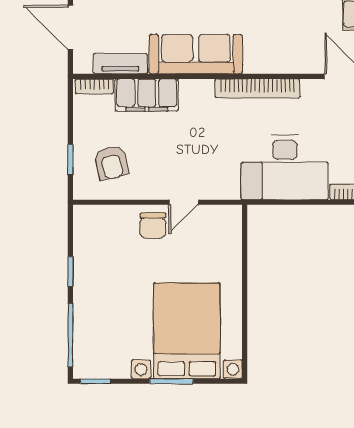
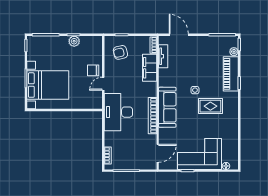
door: (70, 27) -> (179, 35), hinge flipped
sofa: (196, 54) -> (167, 107), moved
desk: (285, 167) -> (118, 112), moved
door: (184, 202) -> (103, 84), hinge flipped
plant: (85, 270) -> (74, 41), added

